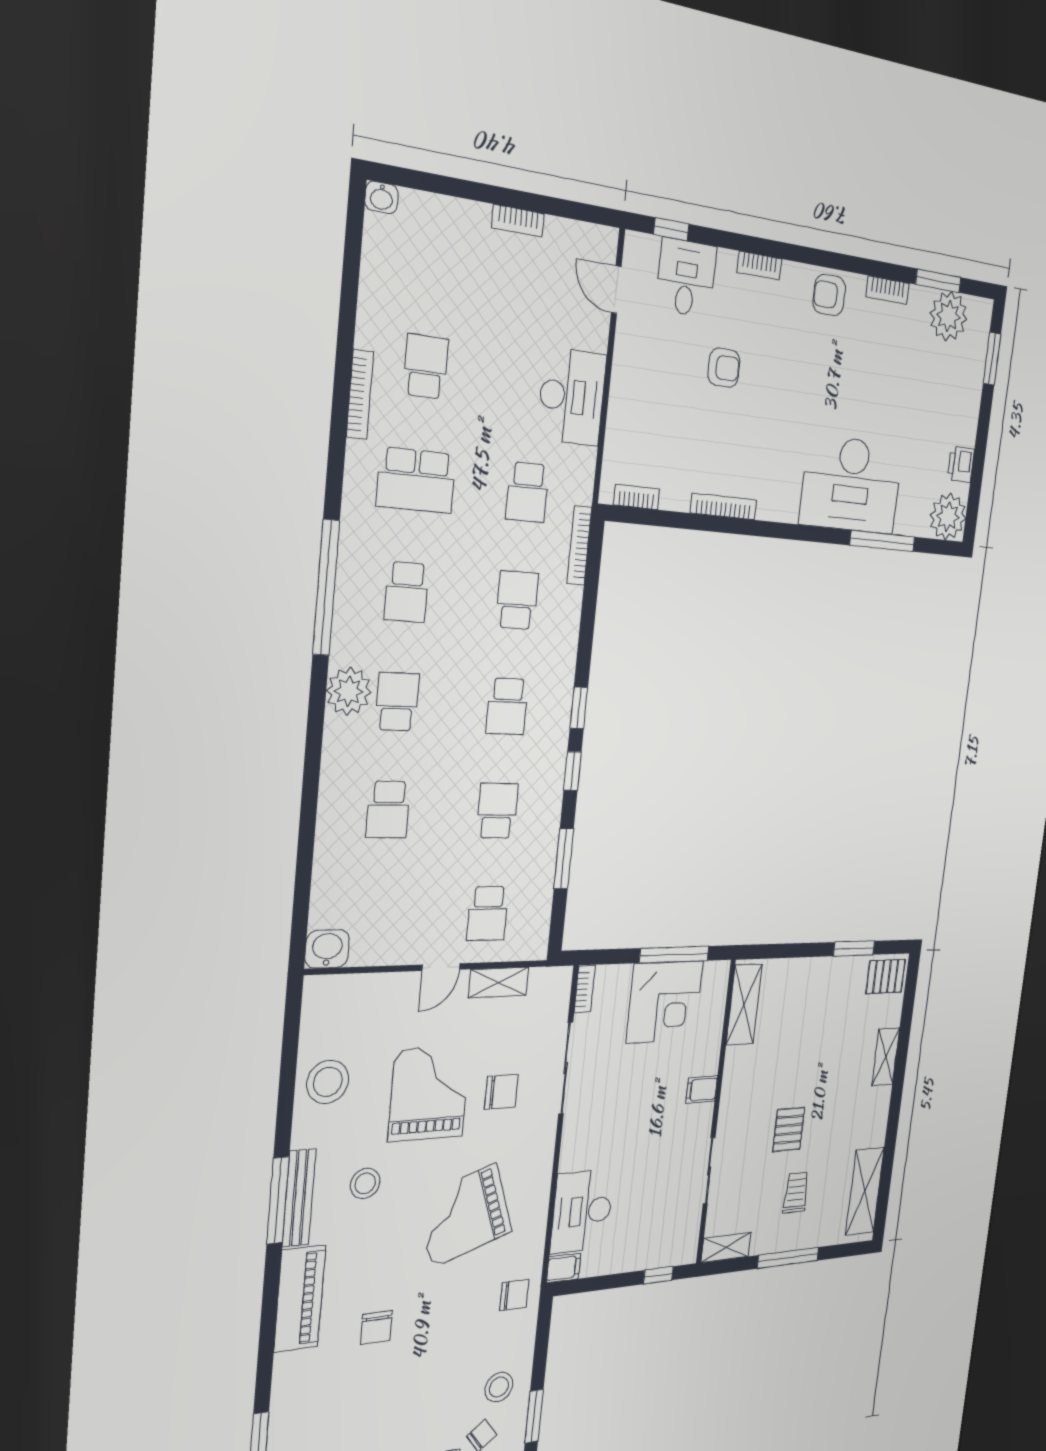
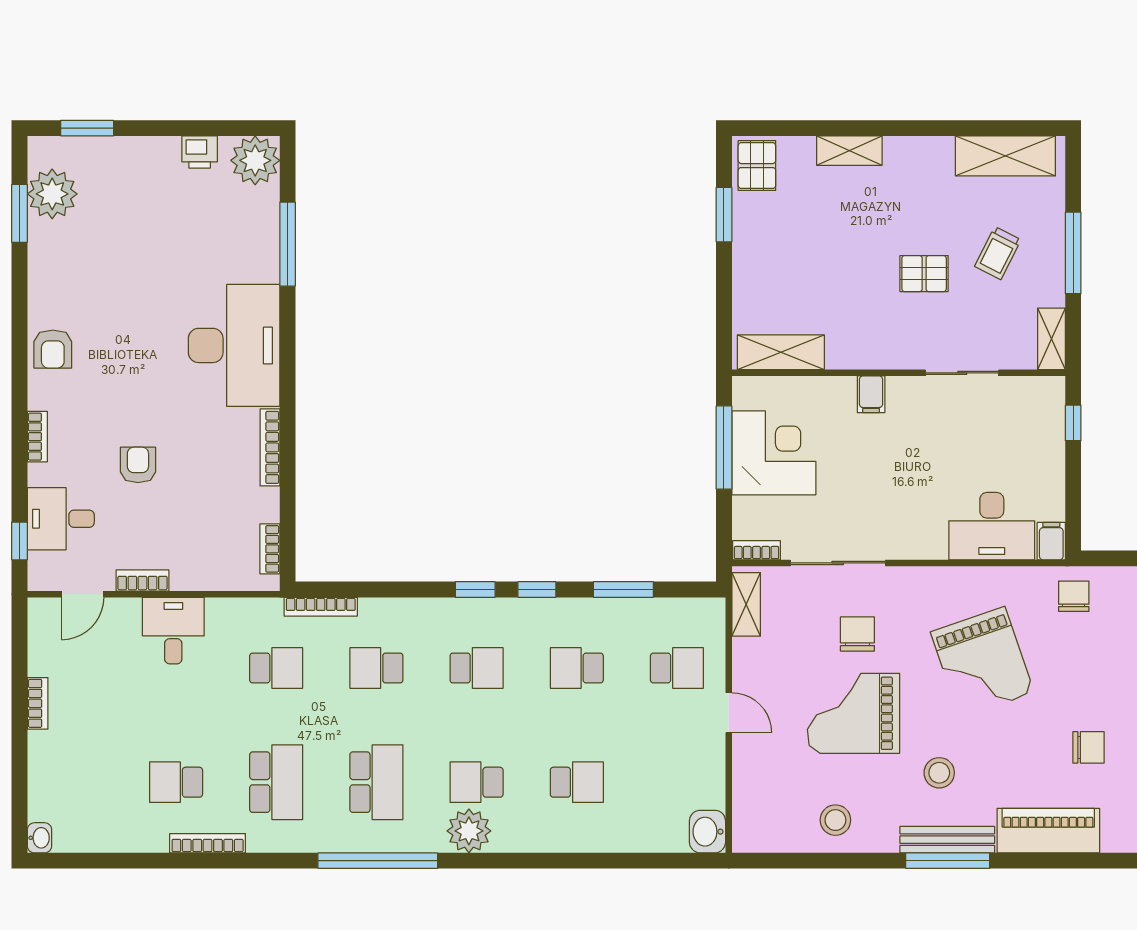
bookcase: (888, 290) -> (142, 580), moved, turned -90
desk: (572, 397) -> (173, 631), width x0.73
desk: (851, 485) -> (234, 345), moved
school desk: (407, 592) -> (376, 782), width x1.85
shelving: (499, 982) -> (746, 604), moved
stool: (328, 1082) -> (835, 820), width x0.73, depth x0.73
trolley: (796, 1193) -> (998, 253), turned -63

